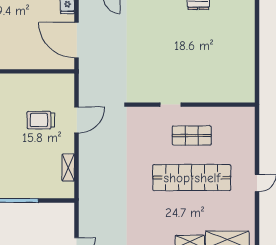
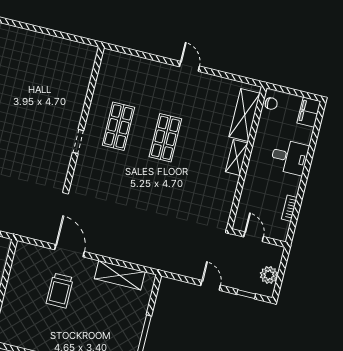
shelving: (68, 168) -> (120, 275), width x1.50, depth x1.33
shop shelf: (192, 178) -> (165, 138), width x0.50, depth x0.74

